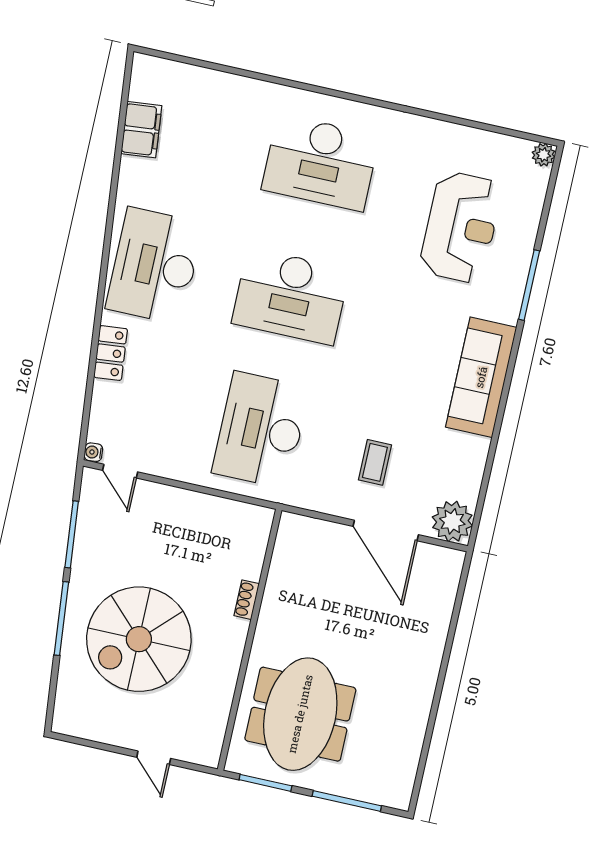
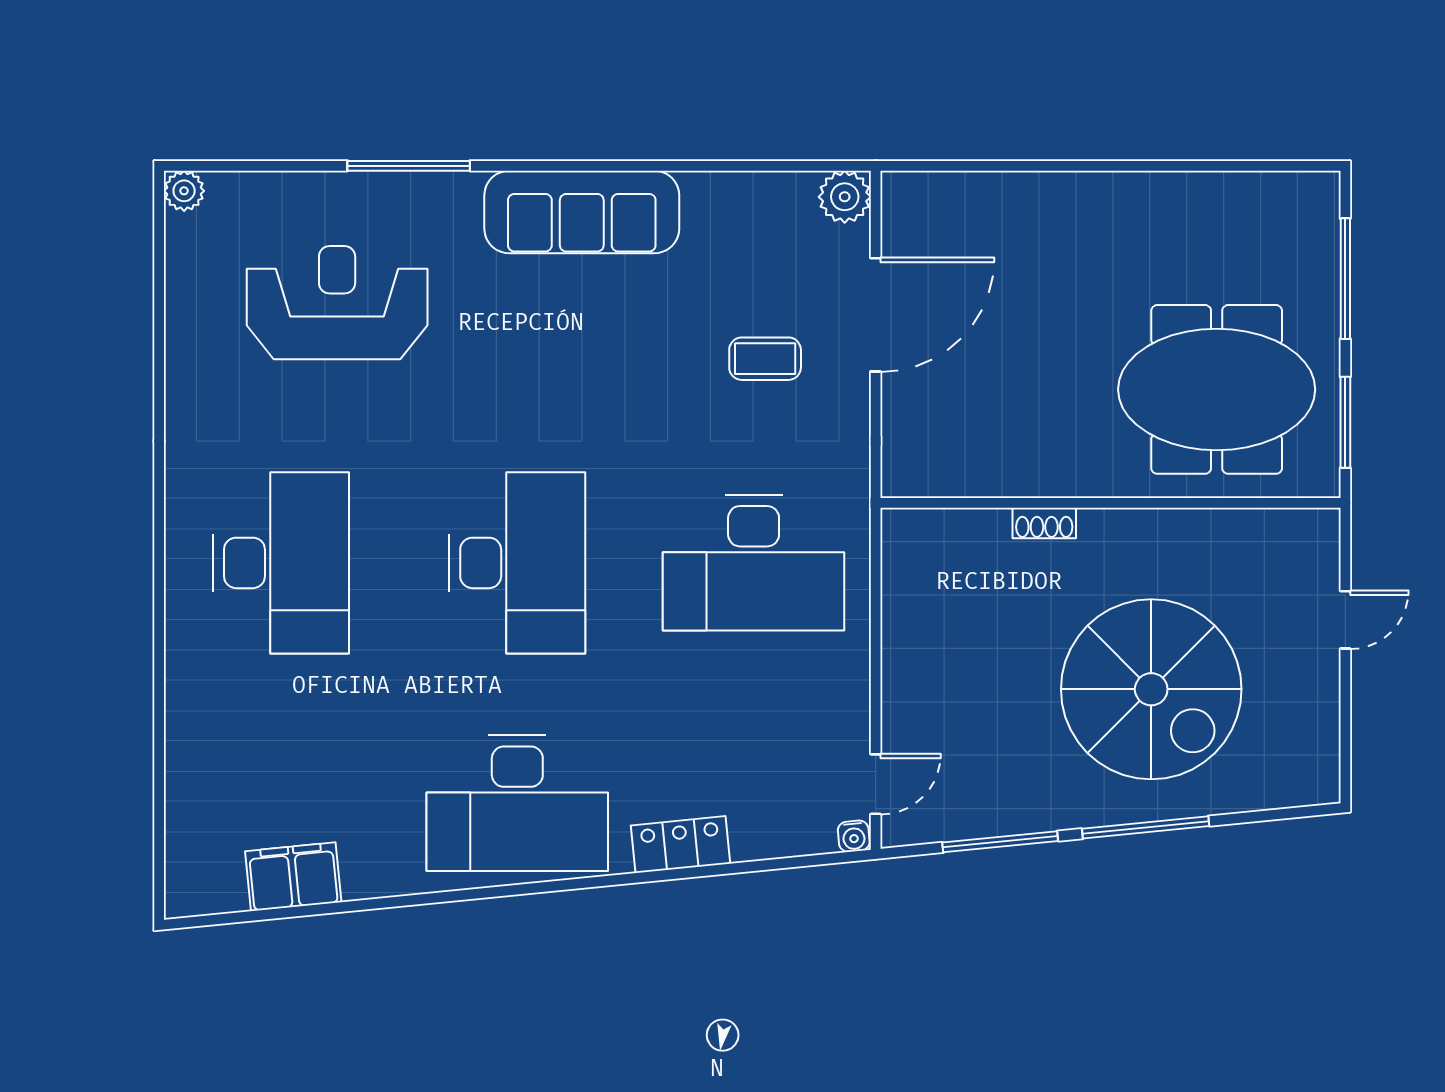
plant: (452, 521) -> (845, 197), width x0.73, depth x0.73

